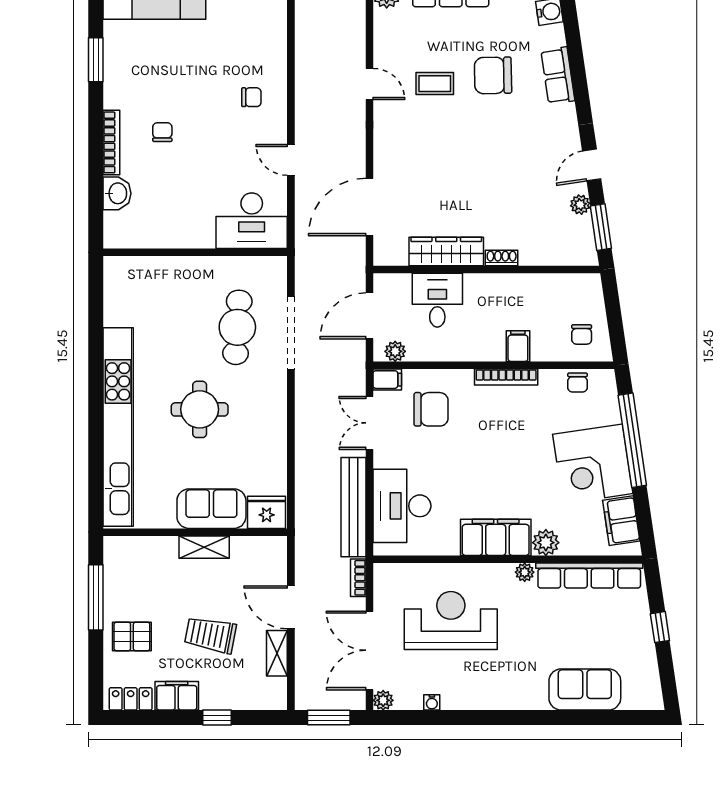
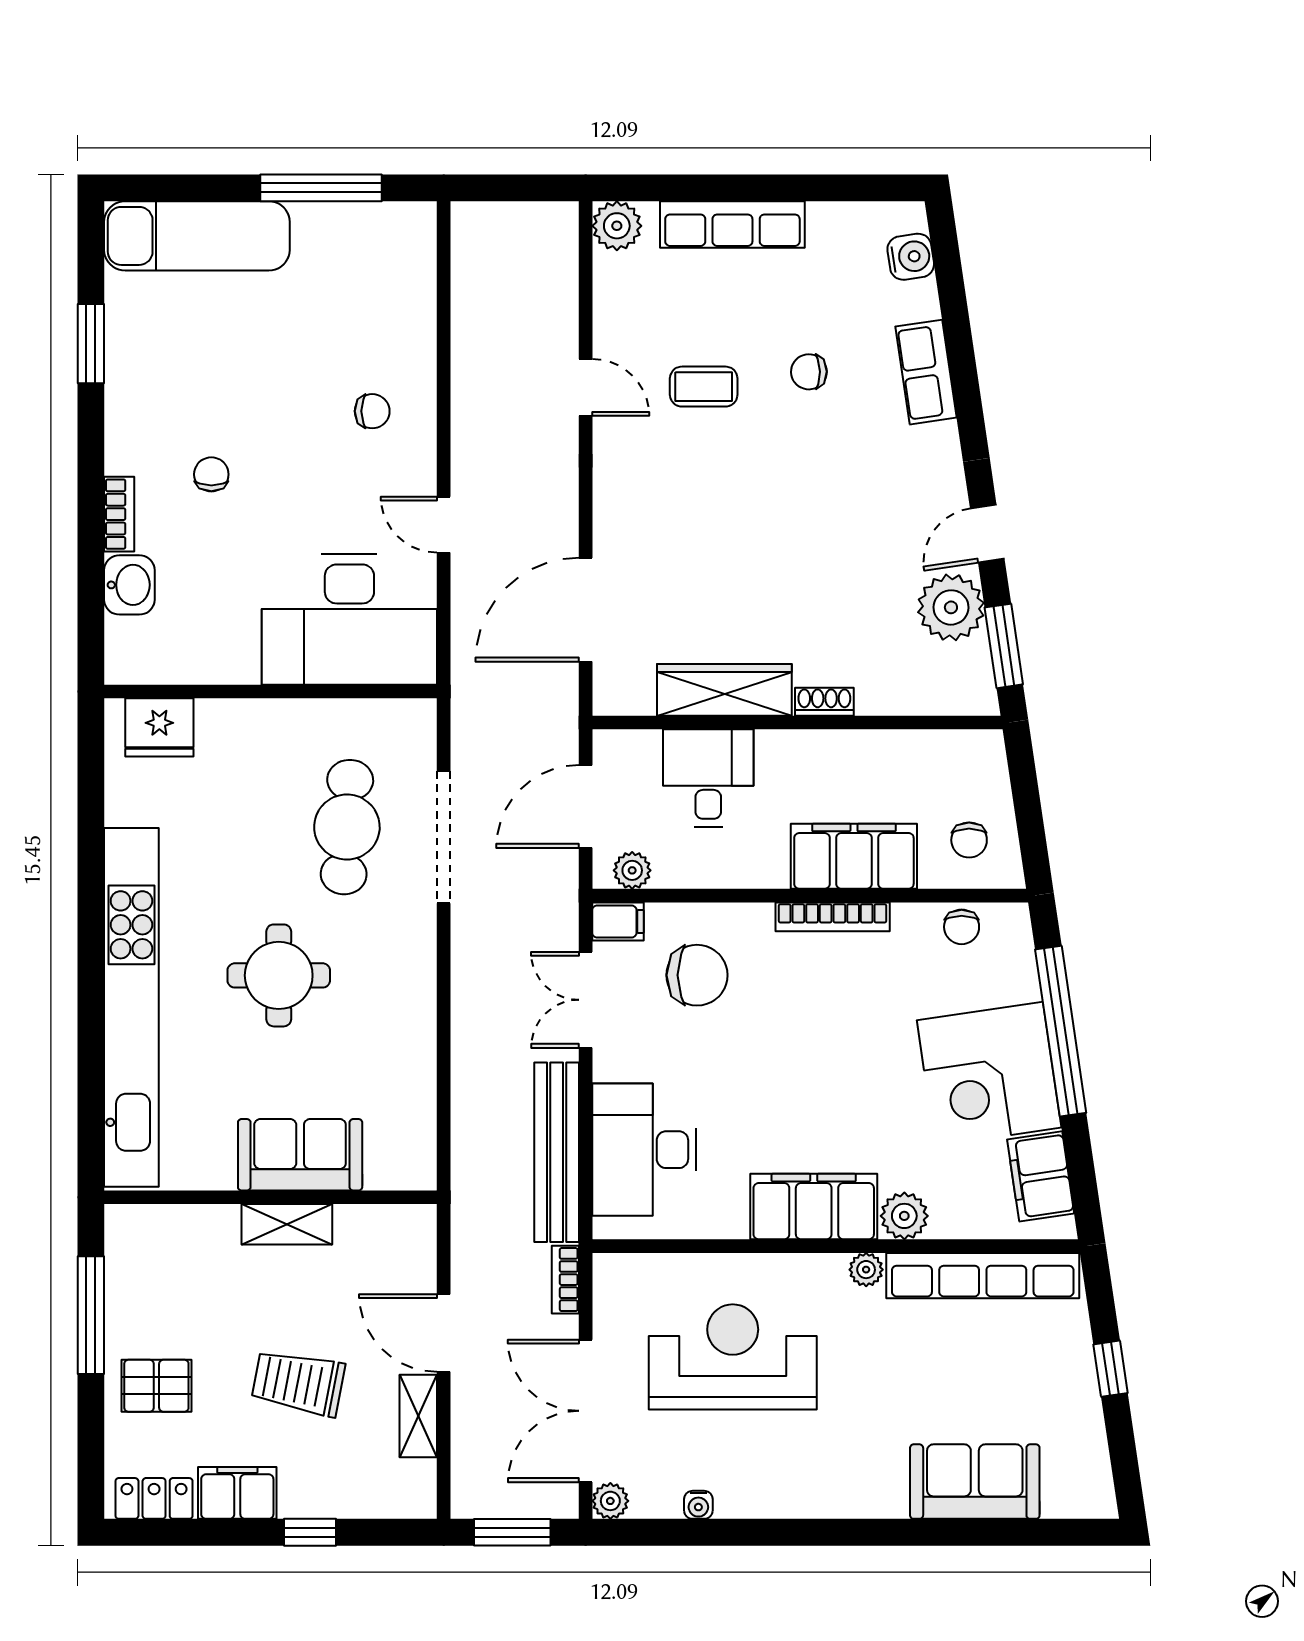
chair: (493, 75) -> (809, 372), width x0.54, depth x0.54
bookcase: (111, 142) -> (119, 514), width x0.64
plant: (580, 205) -> (951, 607), width x1.88, depth x1.88
desk: (252, 221) -> (349, 619), width x1.36, depth x1.30
filing cabinet: (518, 346) -> (854, 856), width x3.00, depth x1.17
fridge: (267, 512) -> (159, 727), moved, turned 180

